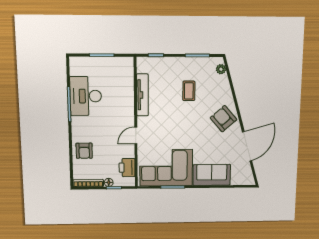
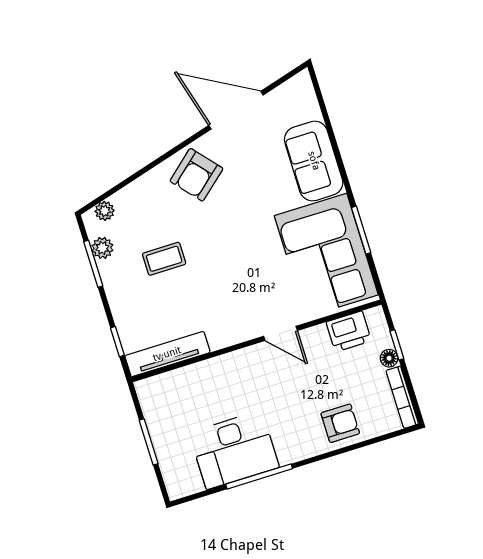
plant: (204, 62) -> (102, 248), added
tv unit: (142, 95) -> (167, 354), moved

